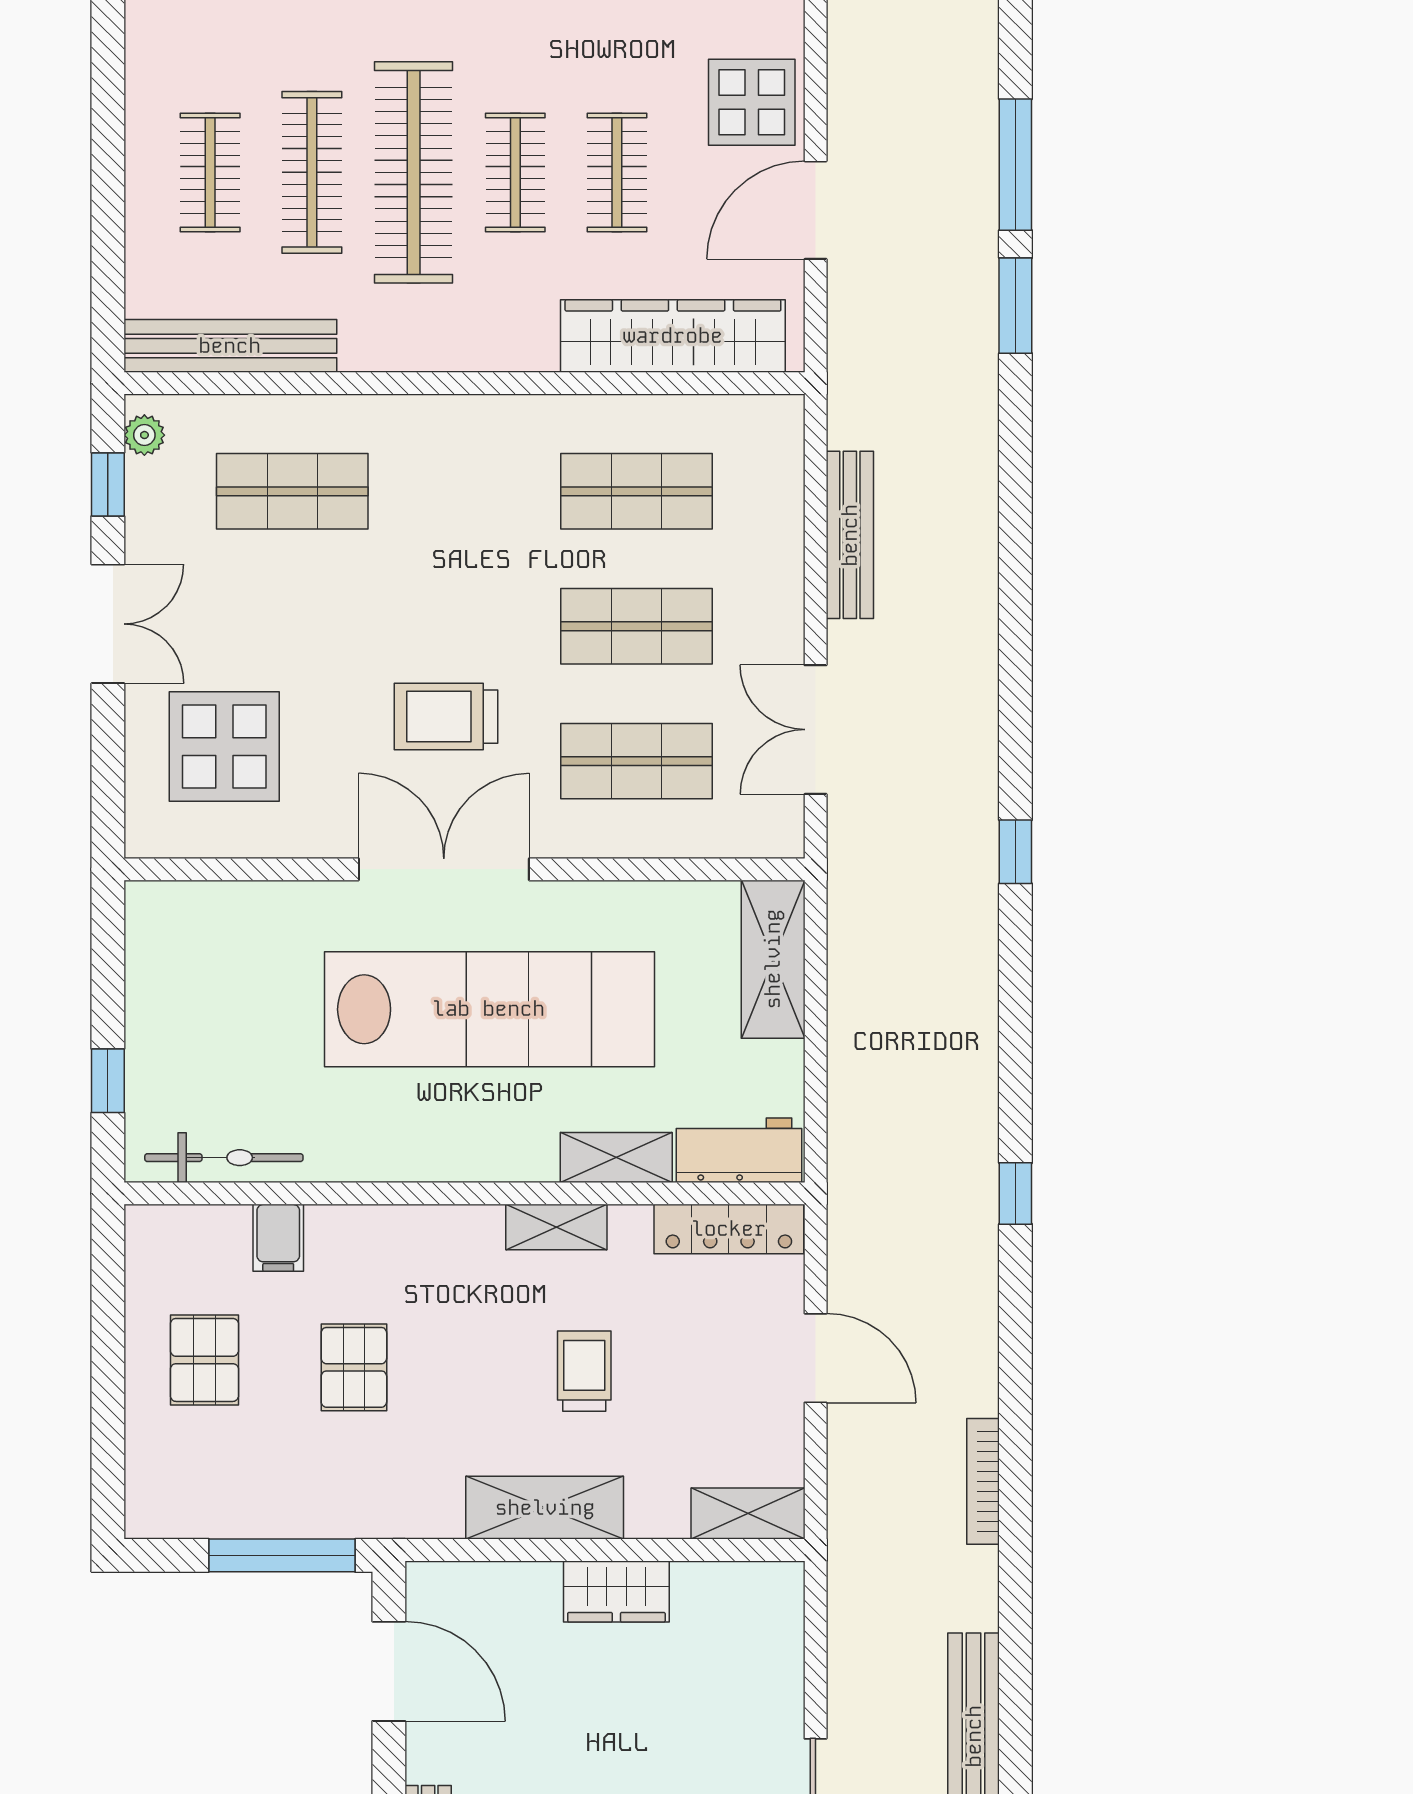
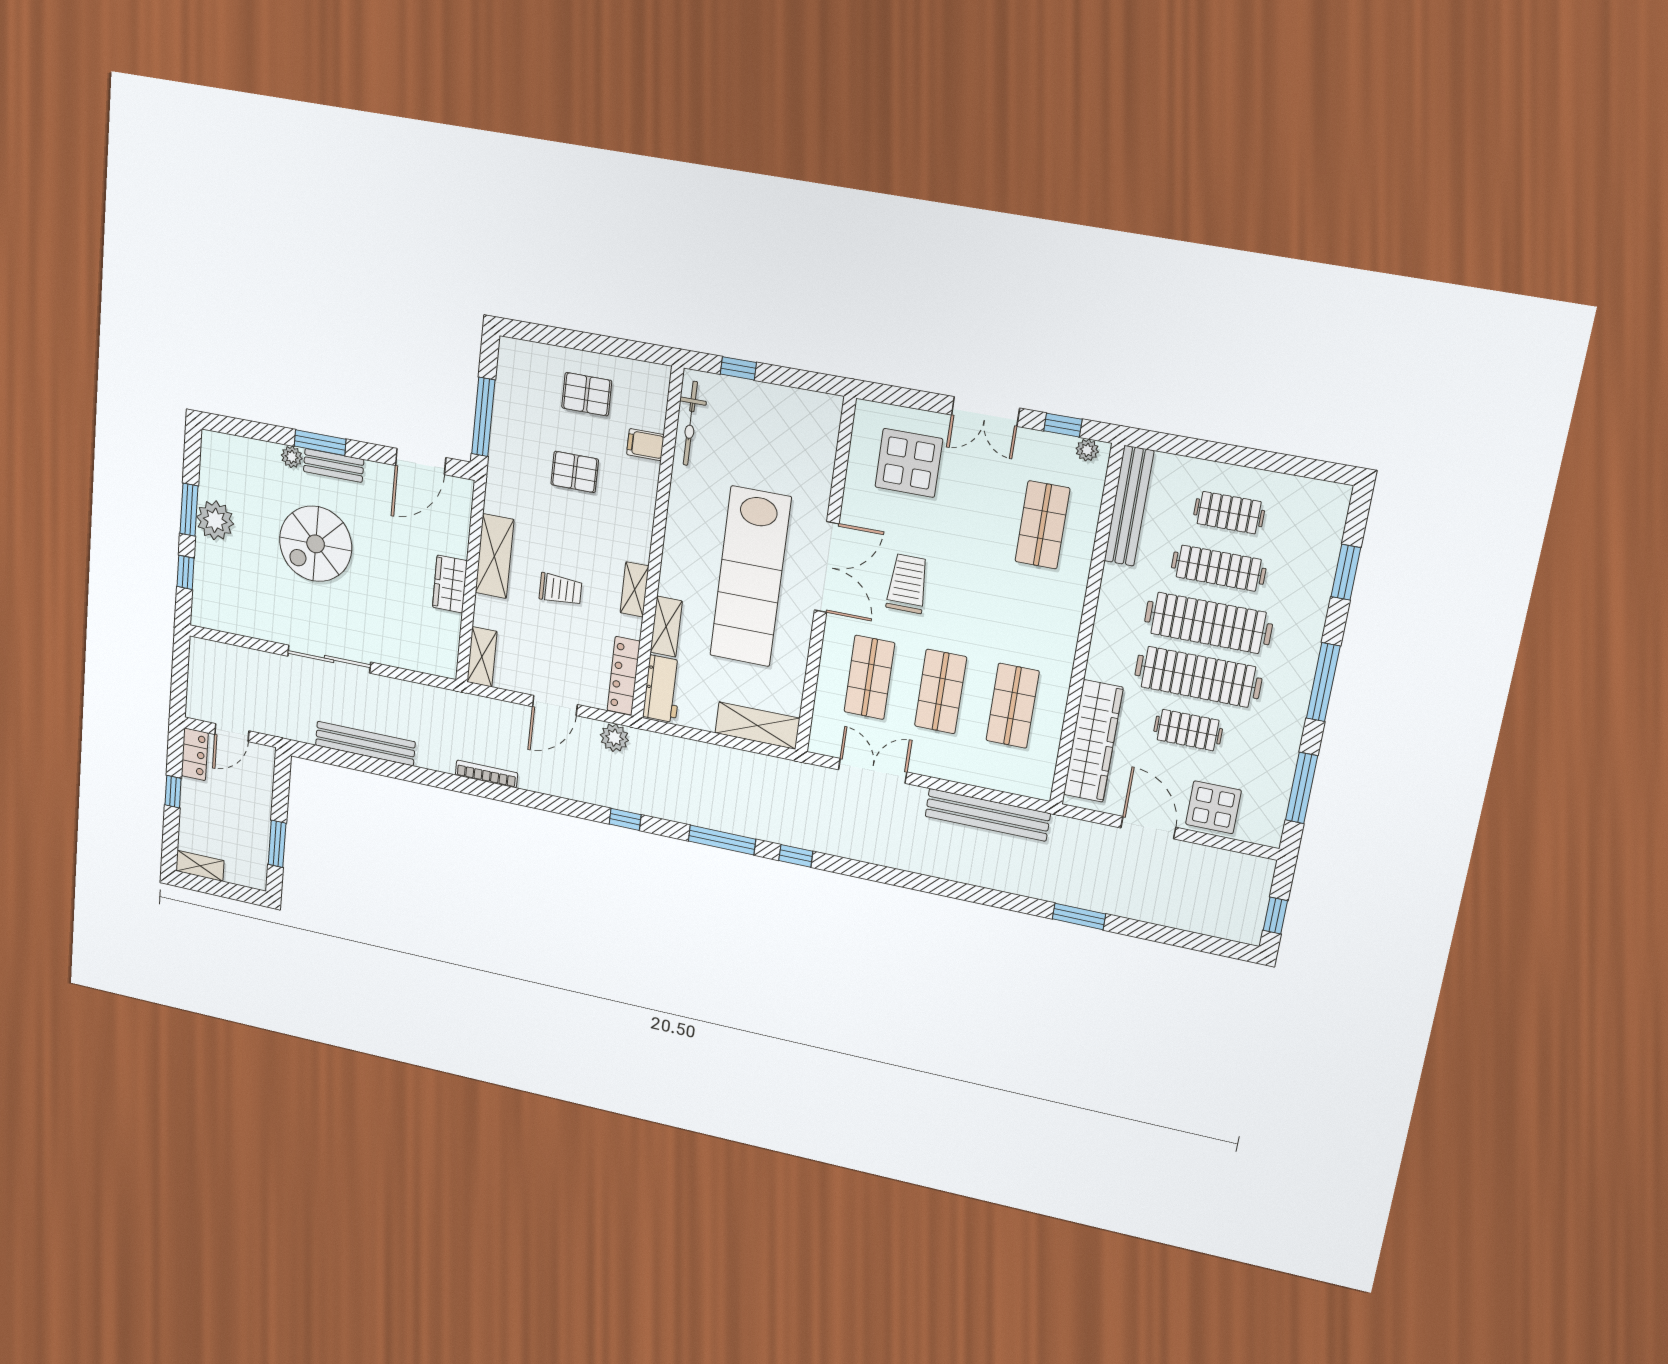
window: (1015, 165) -> (722, 840), moved
clothes rail: (515, 172) -> (1198, 677), width x1.86, depth x1.31
bench: (850, 535) -> (988, 815), width x1.37, depth x1.21
plant: (855, 1233) -> (614, 738), added

